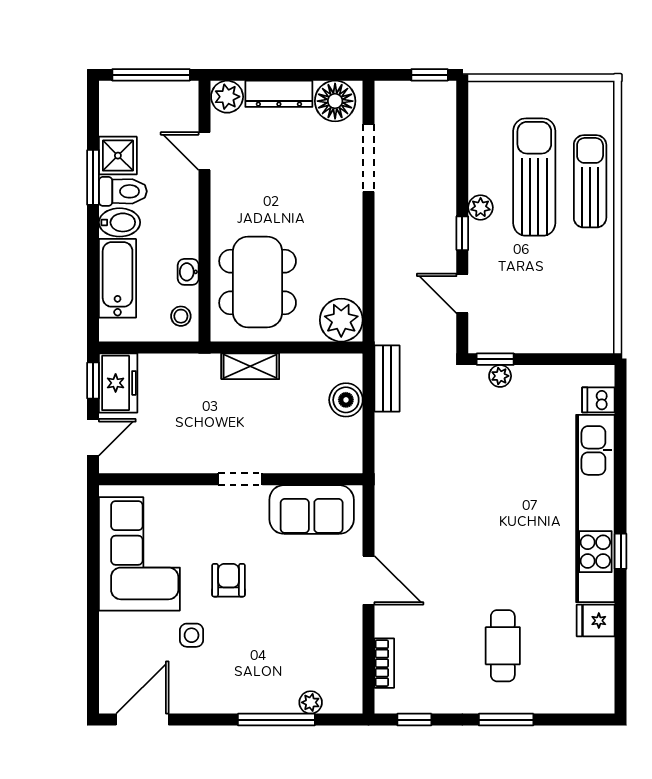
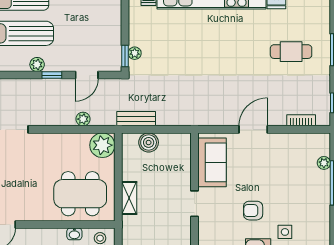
plant: (386, 287) -> (83, 119), added

